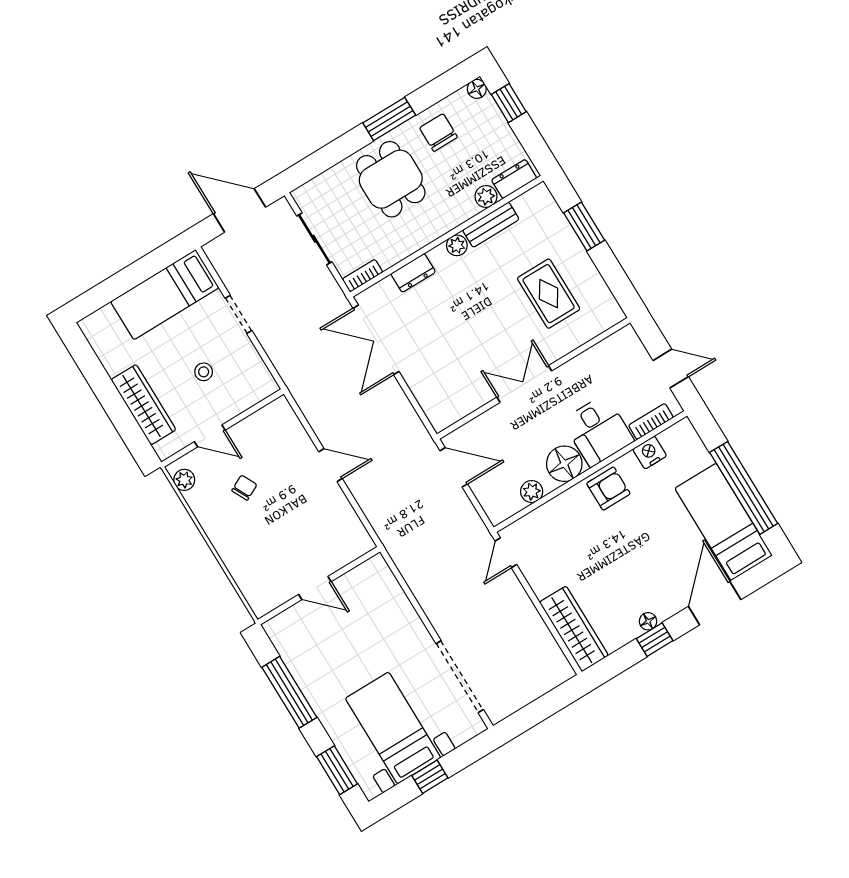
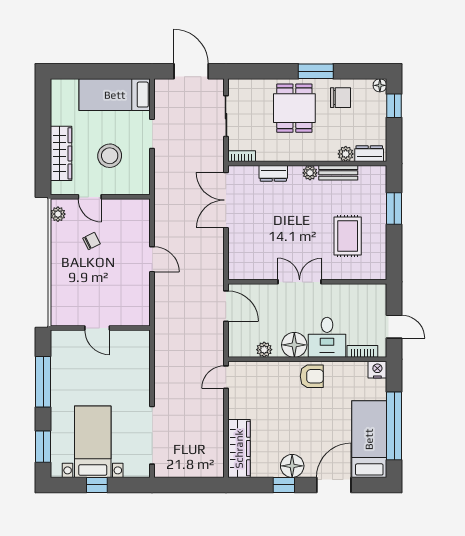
chair: (438, 133) -> (341, 98), turned 90
stool: (204, 372) -> (110, 156), width x1.89, depth x1.89
nightstand: (650, 453) -> (377, 370), moved
floor lamp: (648, 621) -> (292, 466), width x1.89, depth x1.89

